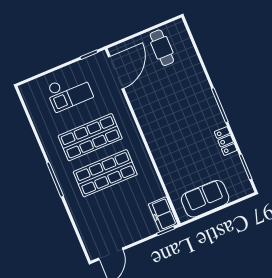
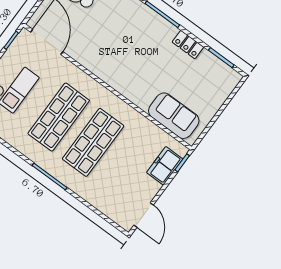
sofa: (205, 199) -> (174, 116), moved, turned 90
freezer: (163, 214) -> (165, 166), moved, turned 90

